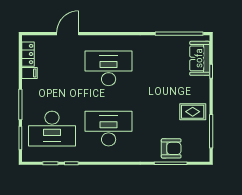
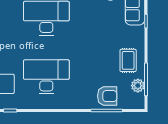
rug: (193, 112) -> (128, 60), turned 90
plant: (203, 138) -> (138, 86), added

